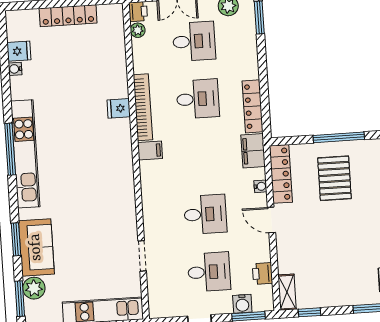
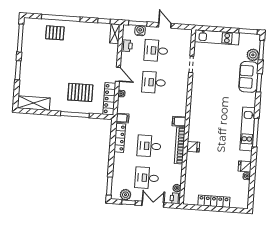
fridge: (19, 51) -> (245, 166), moved
filing cabinet: (253, 151) -> (122, 118), width x0.50
kitchen unit: (25, 154) -> (248, 129), width x0.73
pallet: (334, 178) -> (80, 92), turned 90

